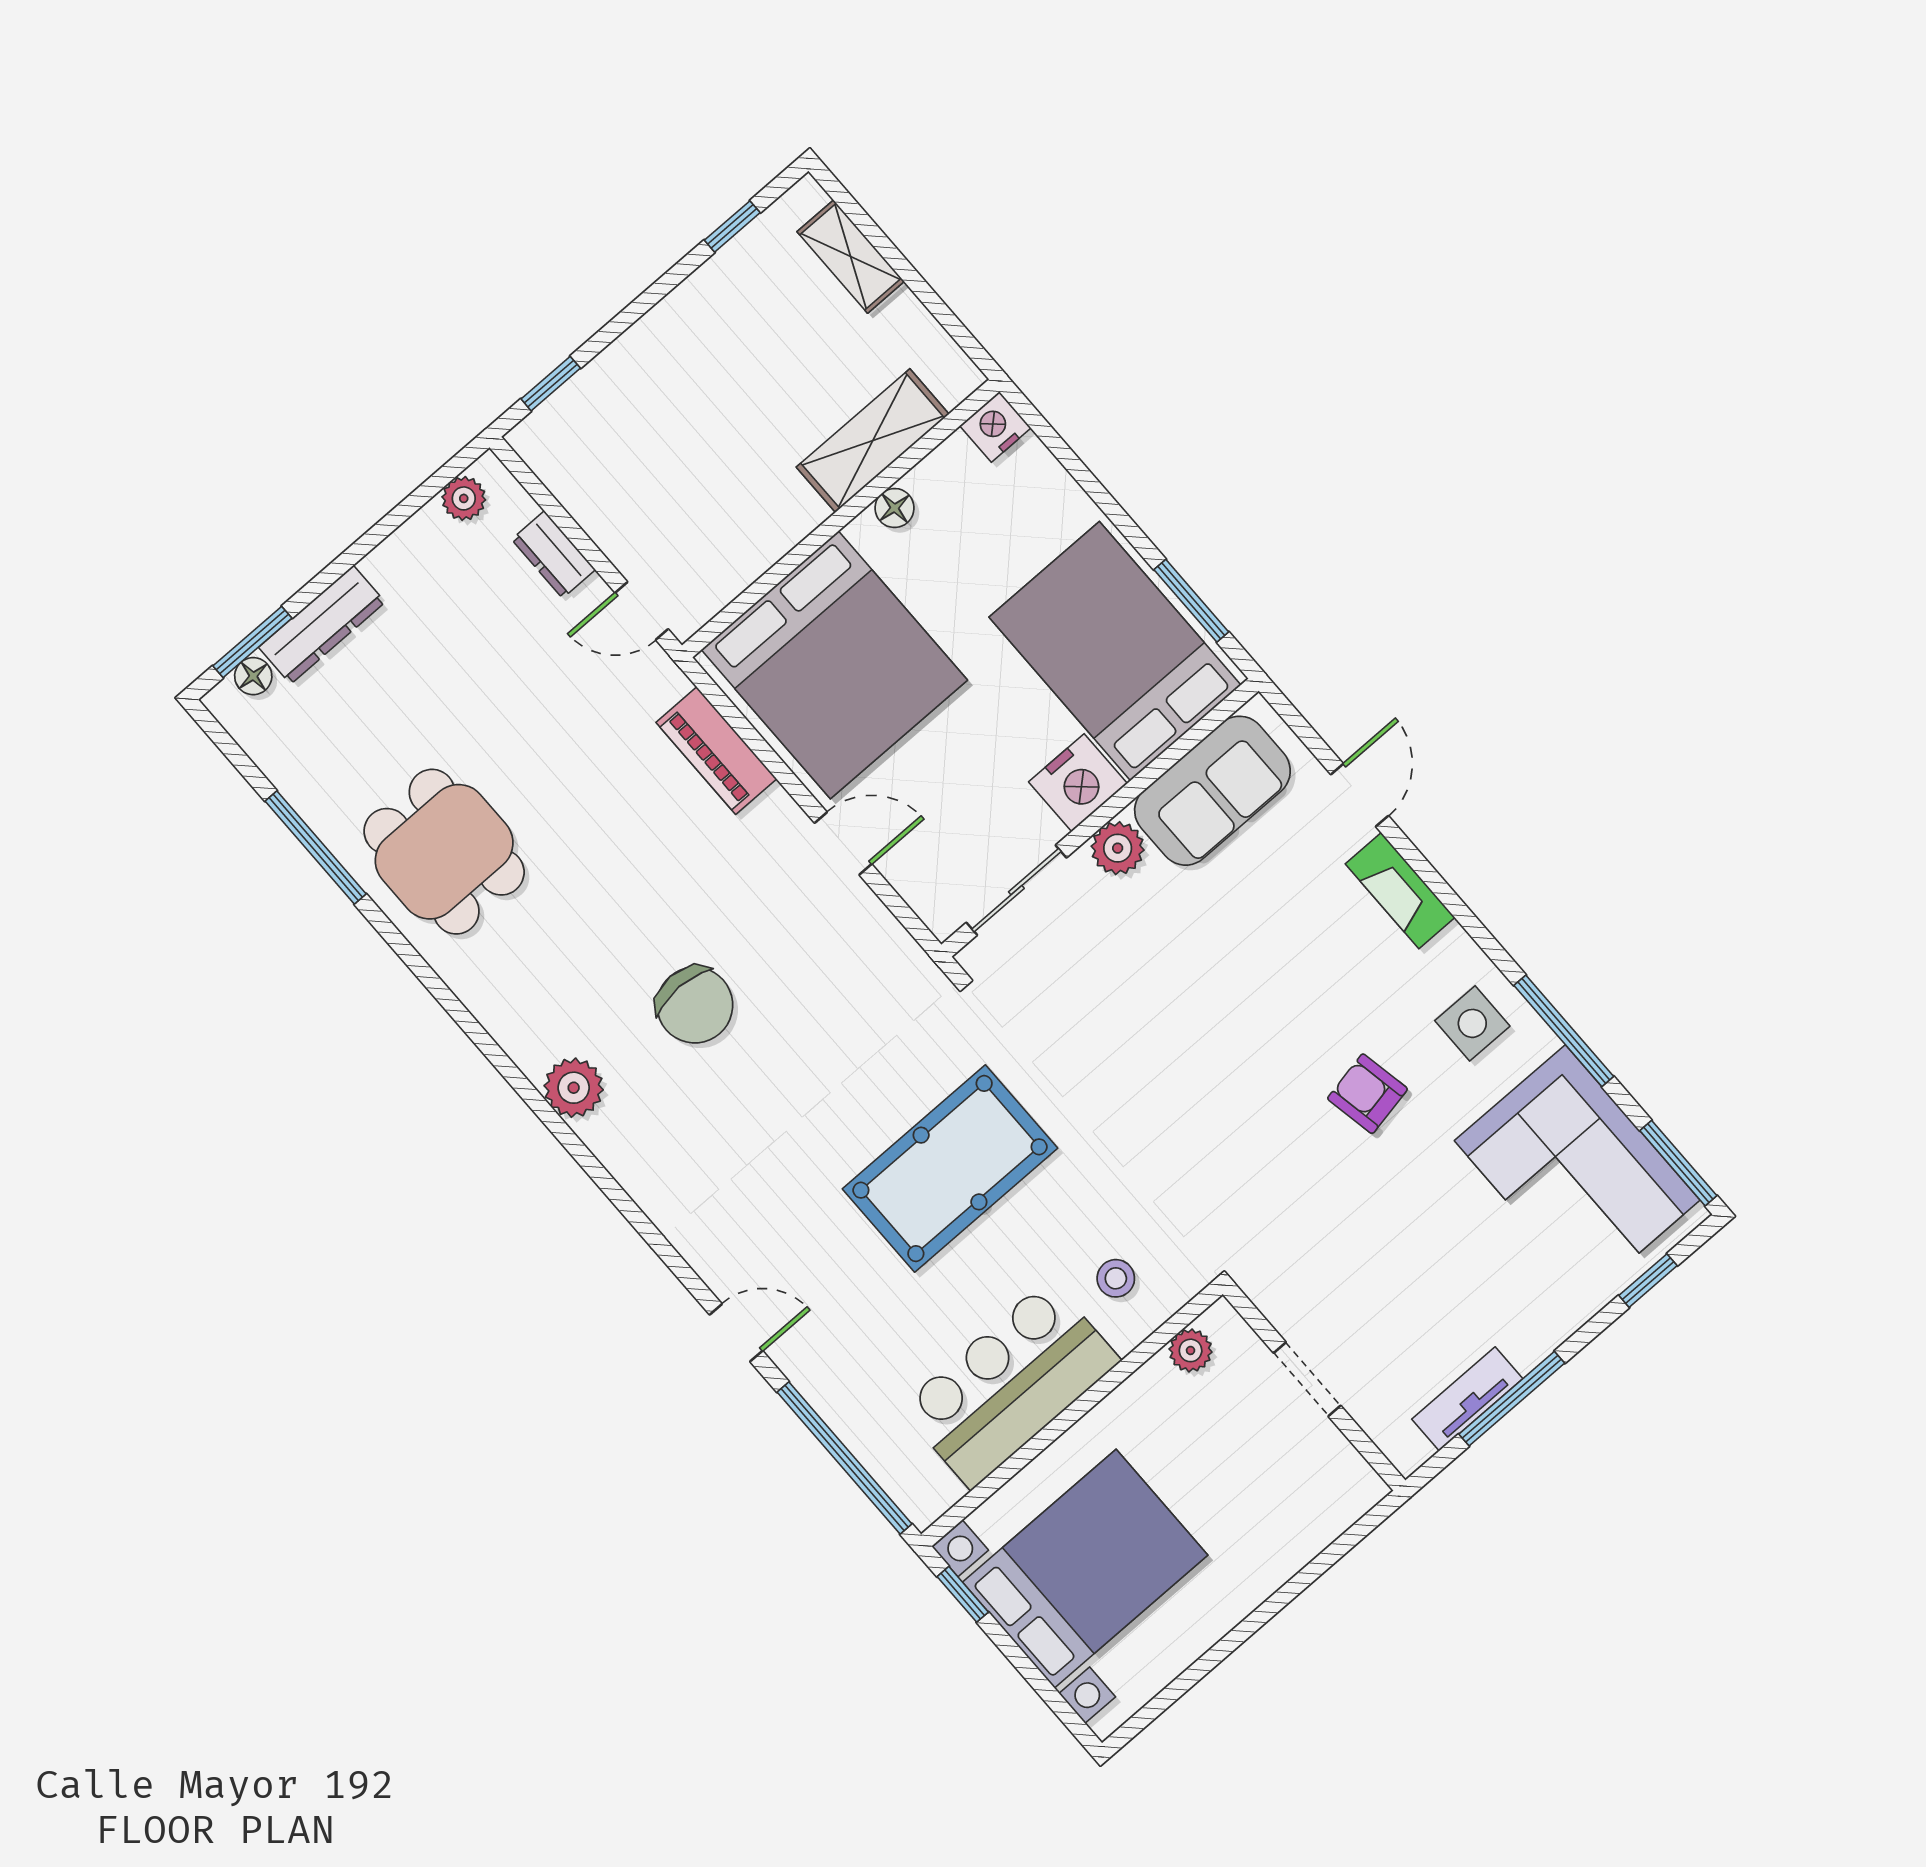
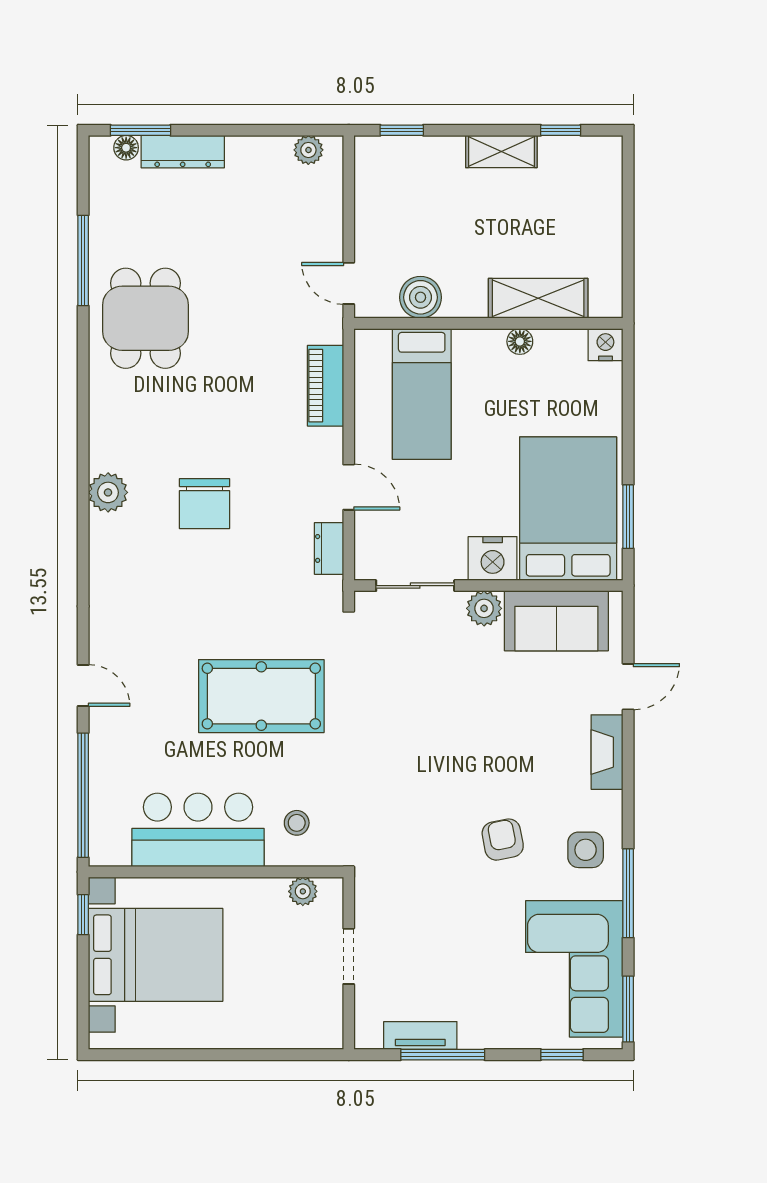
shelving: (851, 257) -> (501, 152), moved, turned 90
dresser: (553, 555) -> (329, 548), moved
boiler: (737, 556) -> (420, 297), added
bed: (834, 665) -> (422, 394), width x0.49

